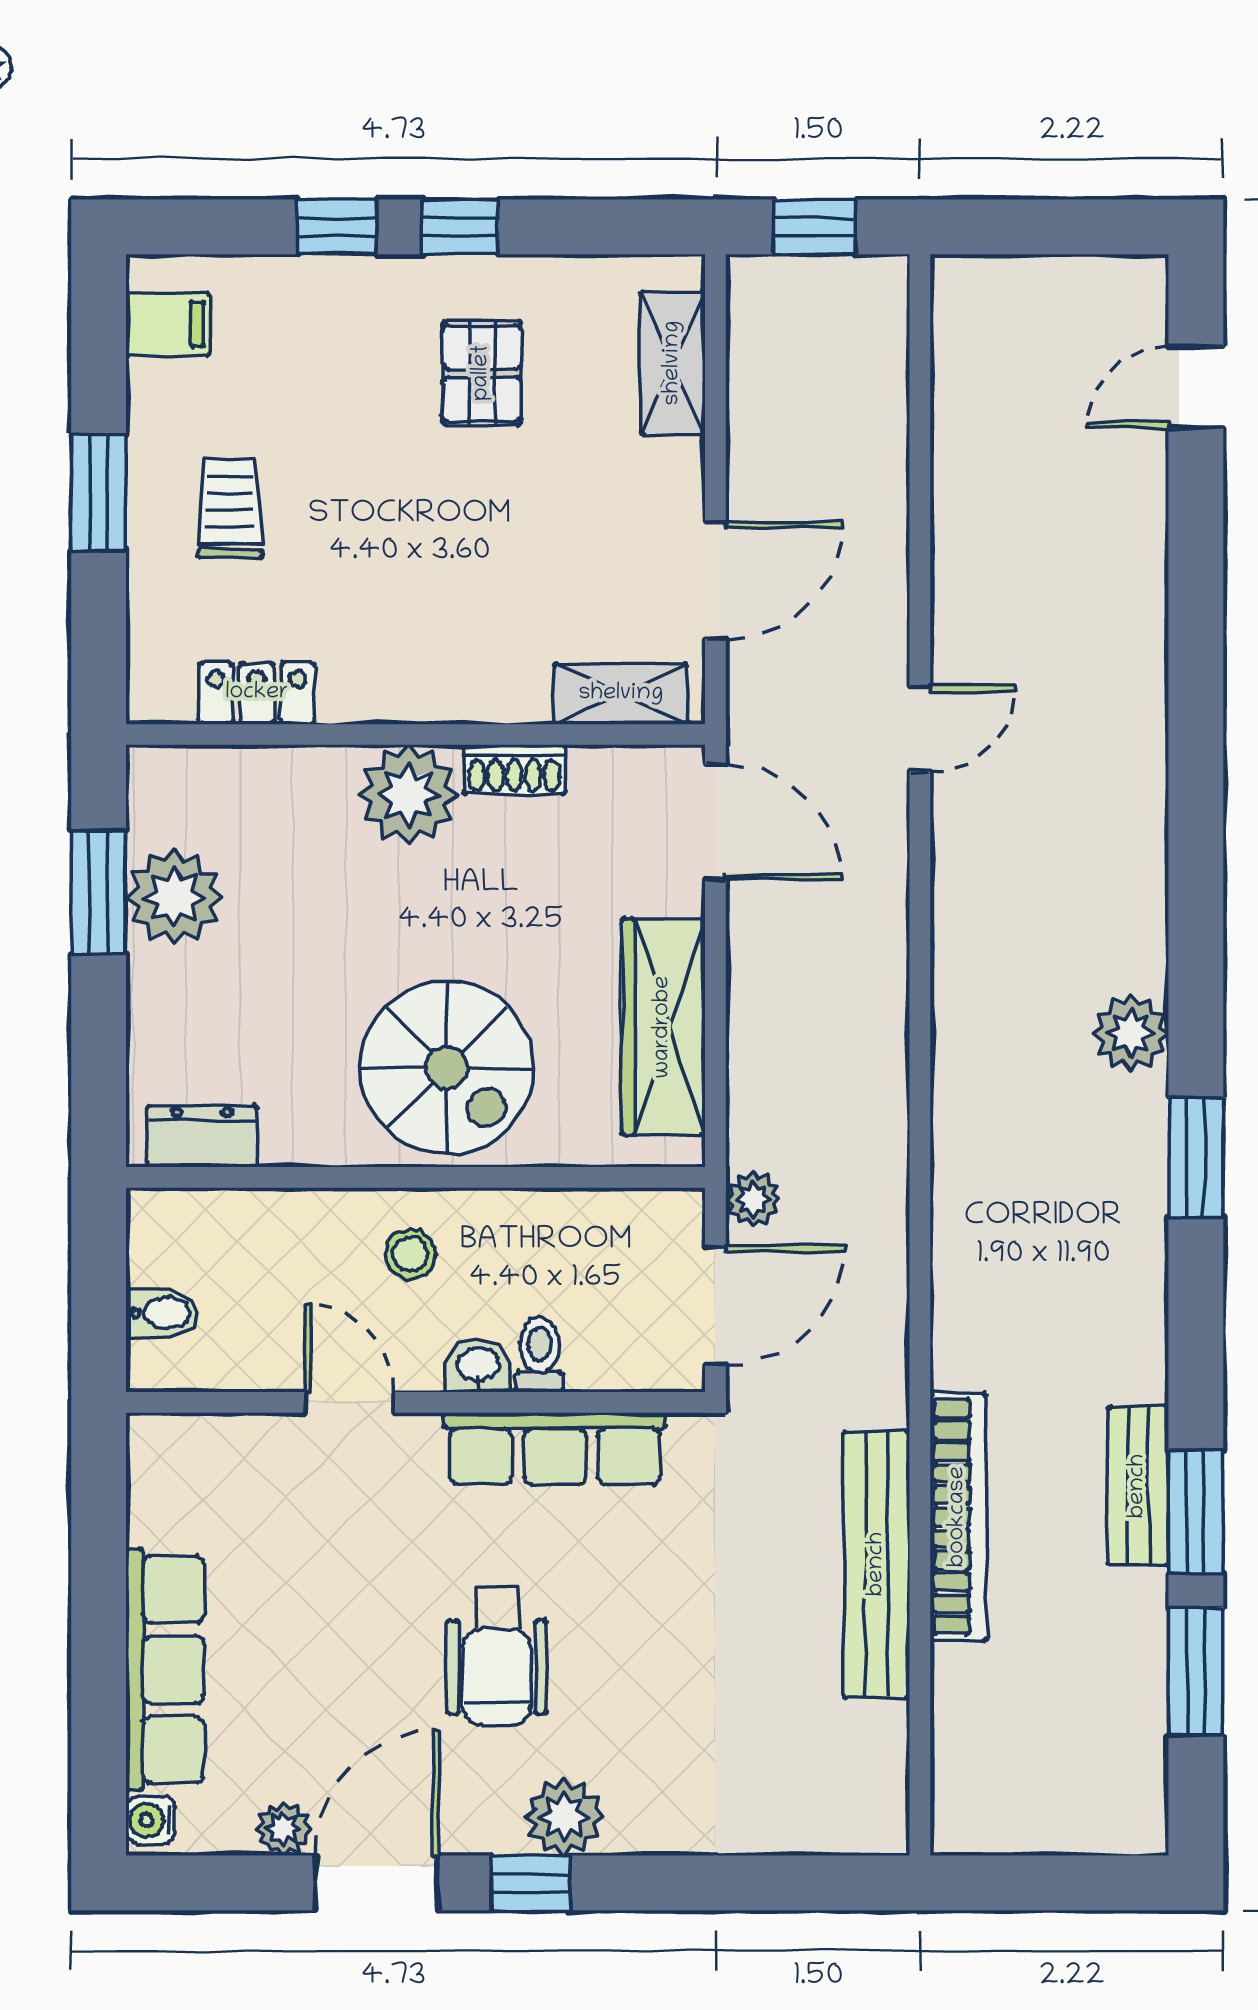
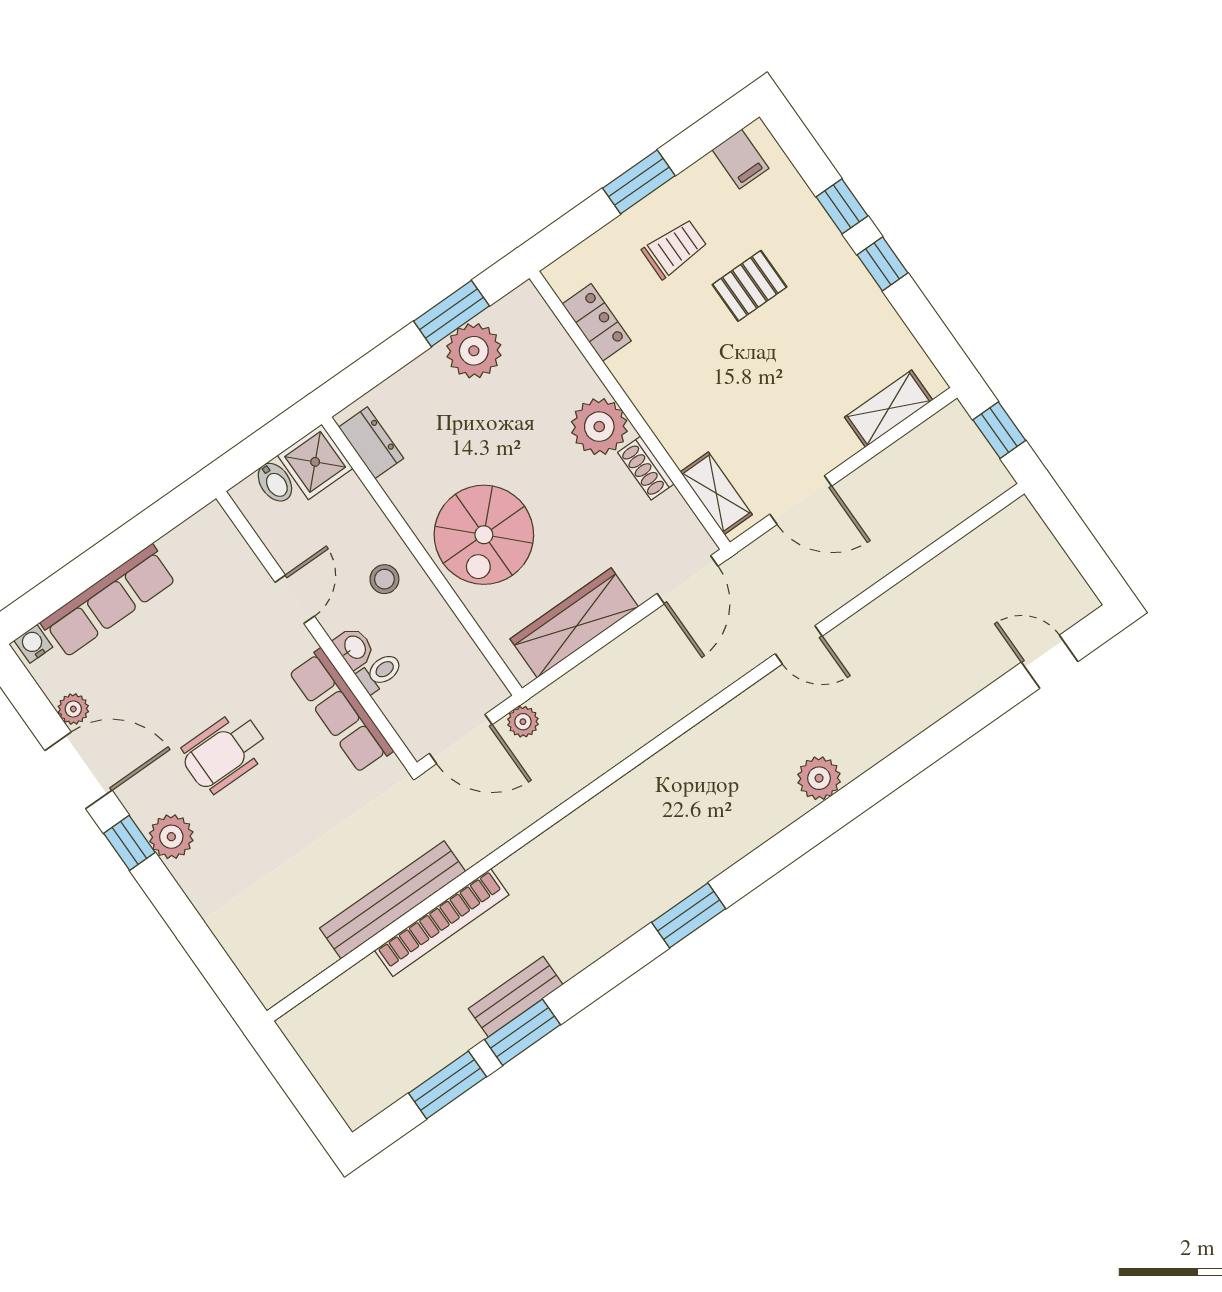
pallet: (482, 373) -> (750, 286), moved
plant: (1131, 1033) -> (819, 778), moved
shower: (173, 1235) -> (315, 462), added

